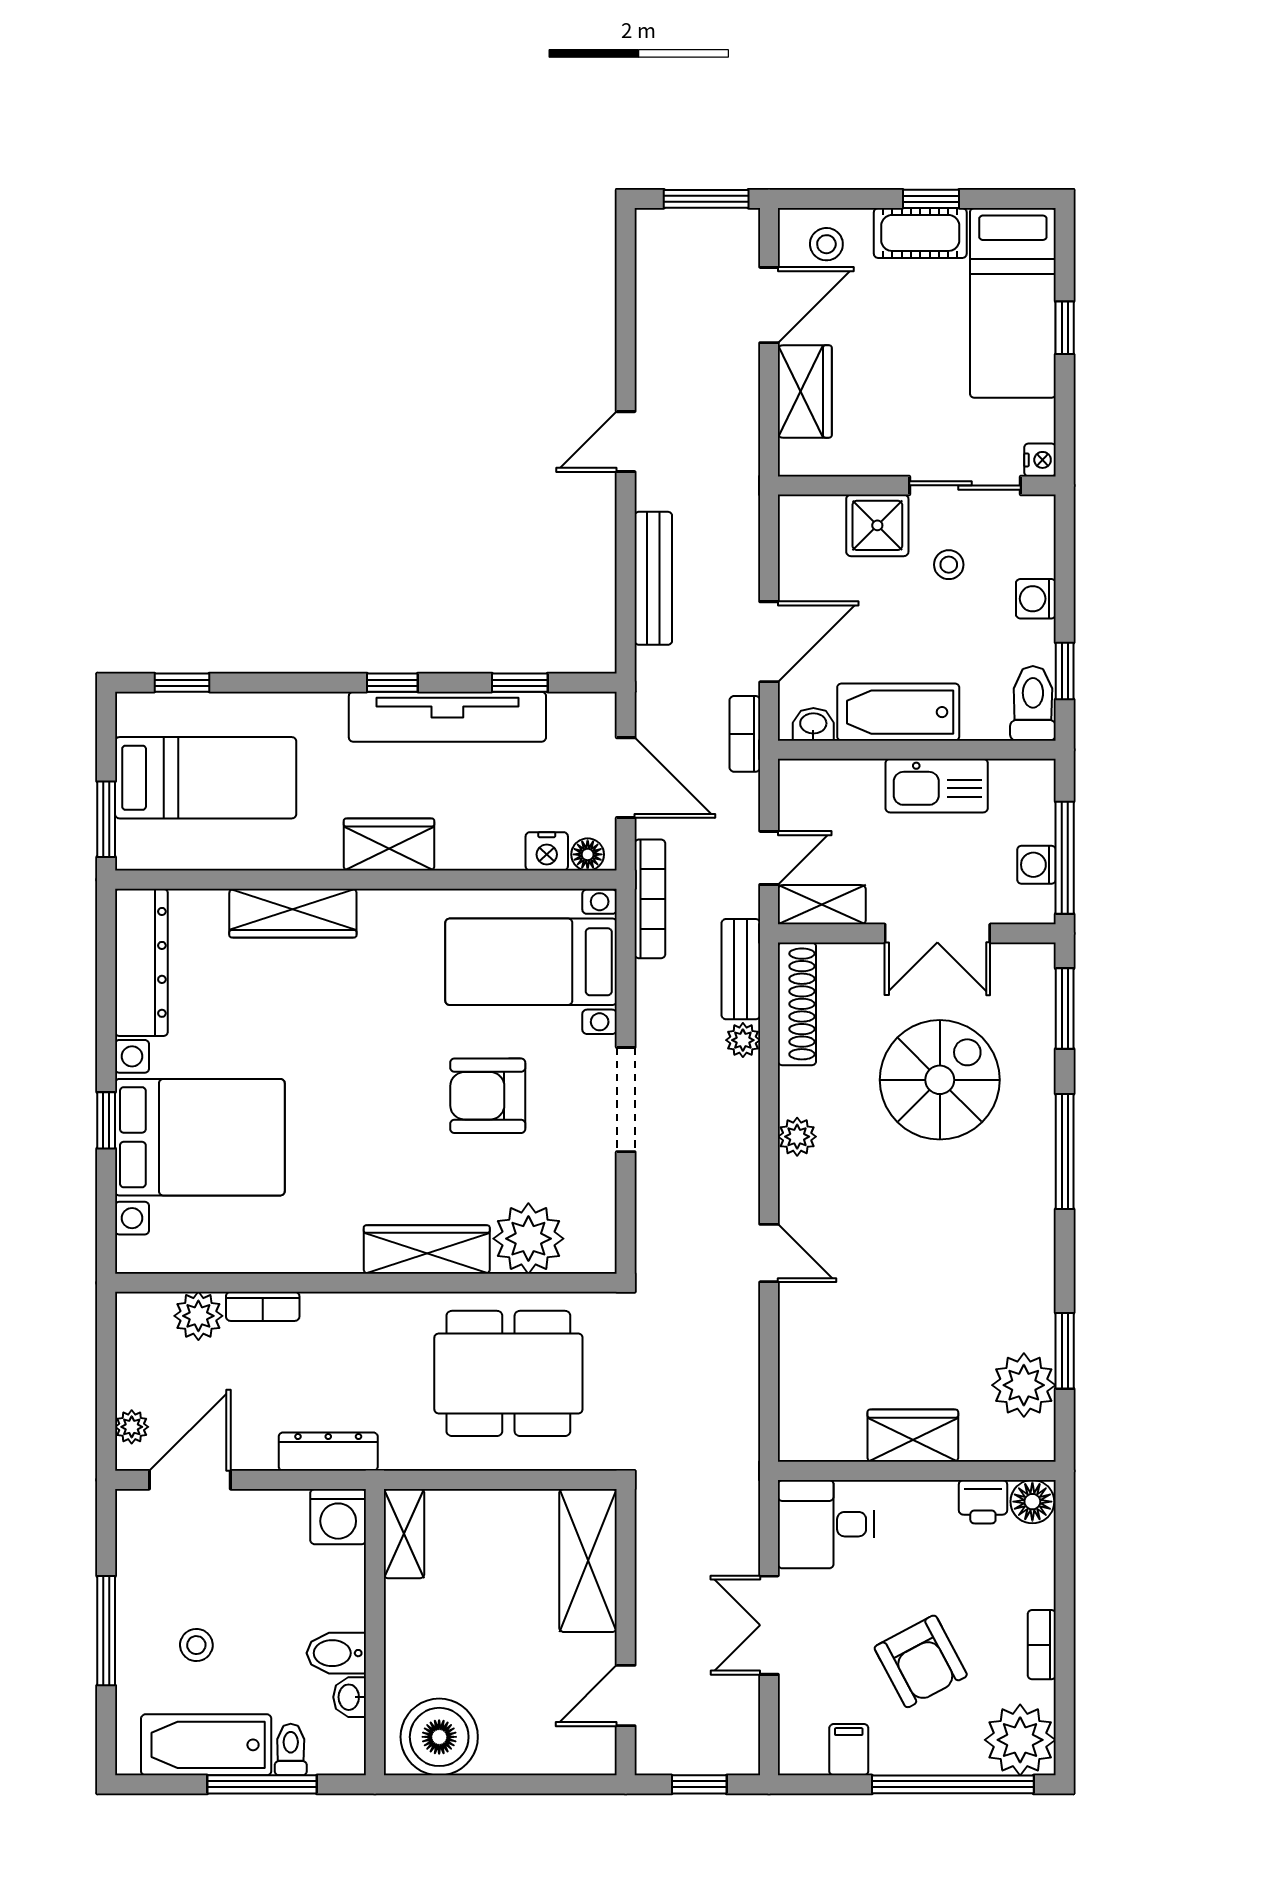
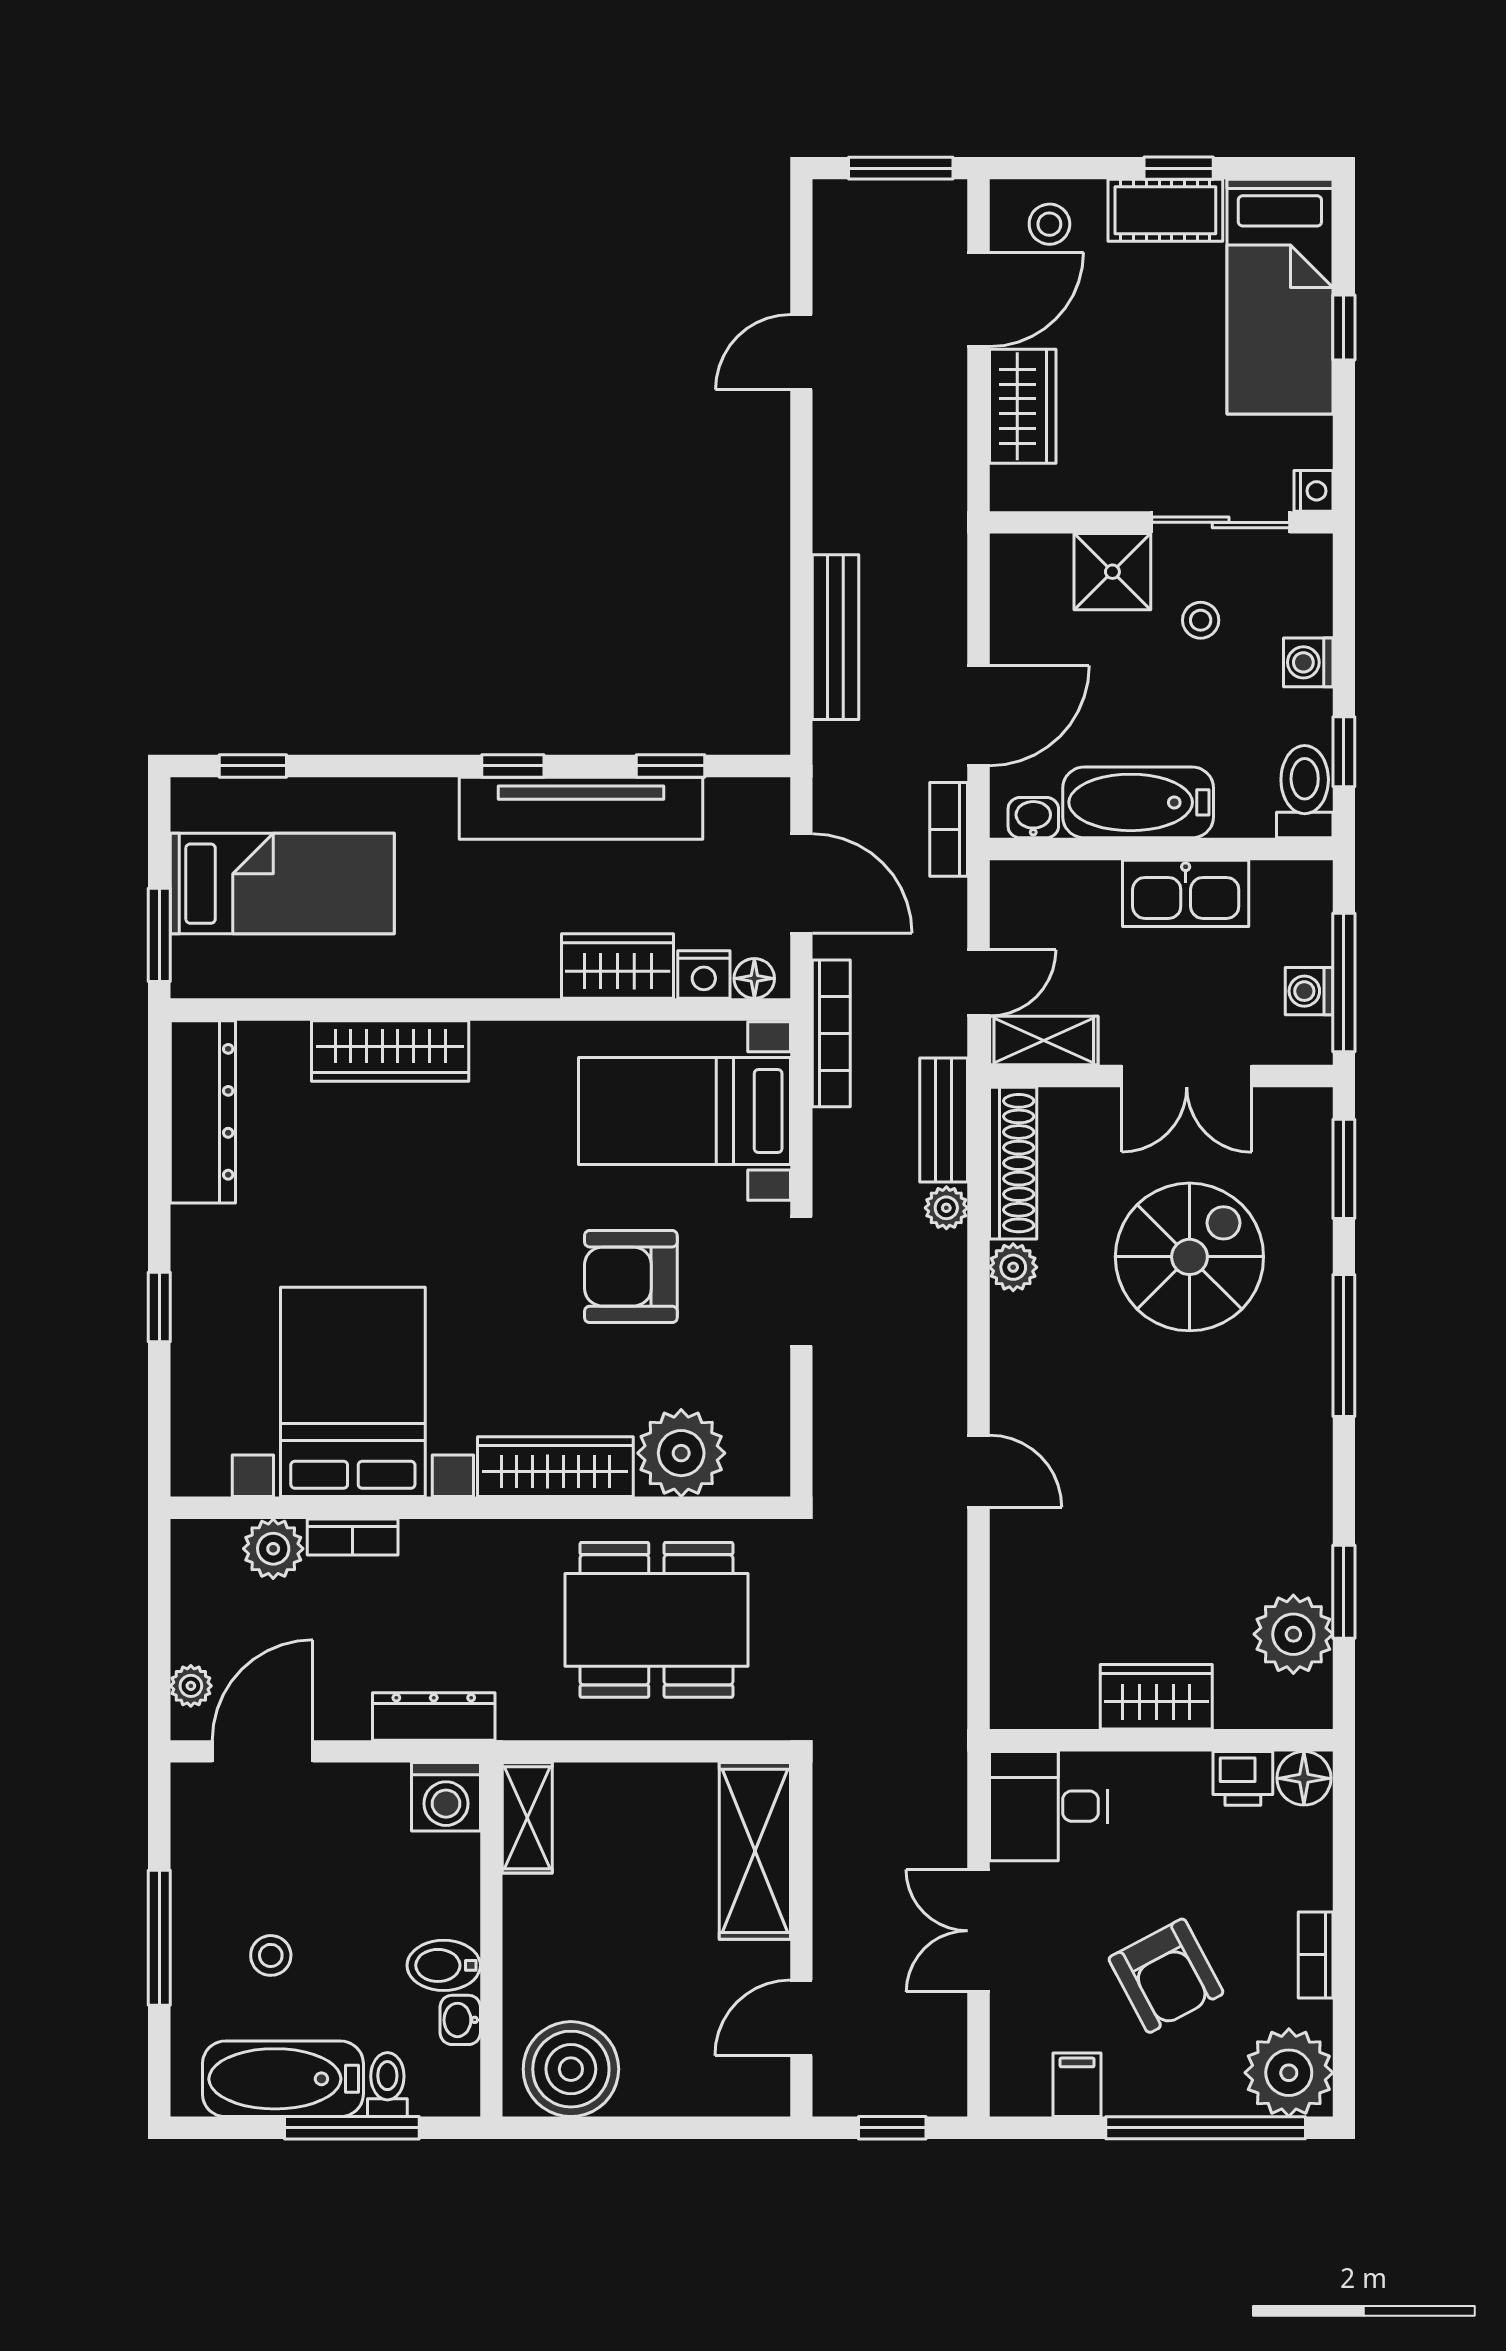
door: (626, 442) -> (801, 352), moved
wardrobe: (389, 844) -> (618, 966), moved
bed with nightstands: (200, 1137) -> (353, 1392), moved, turned -90
plant: (797, 1137) -> (1013, 1267), moved

